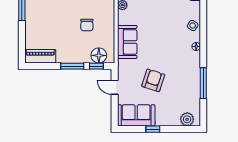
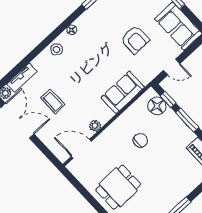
armchair: (153, 80) -> (135, 40), turned -108
door: (115, 87) -> (172, 67), hinge flipped

